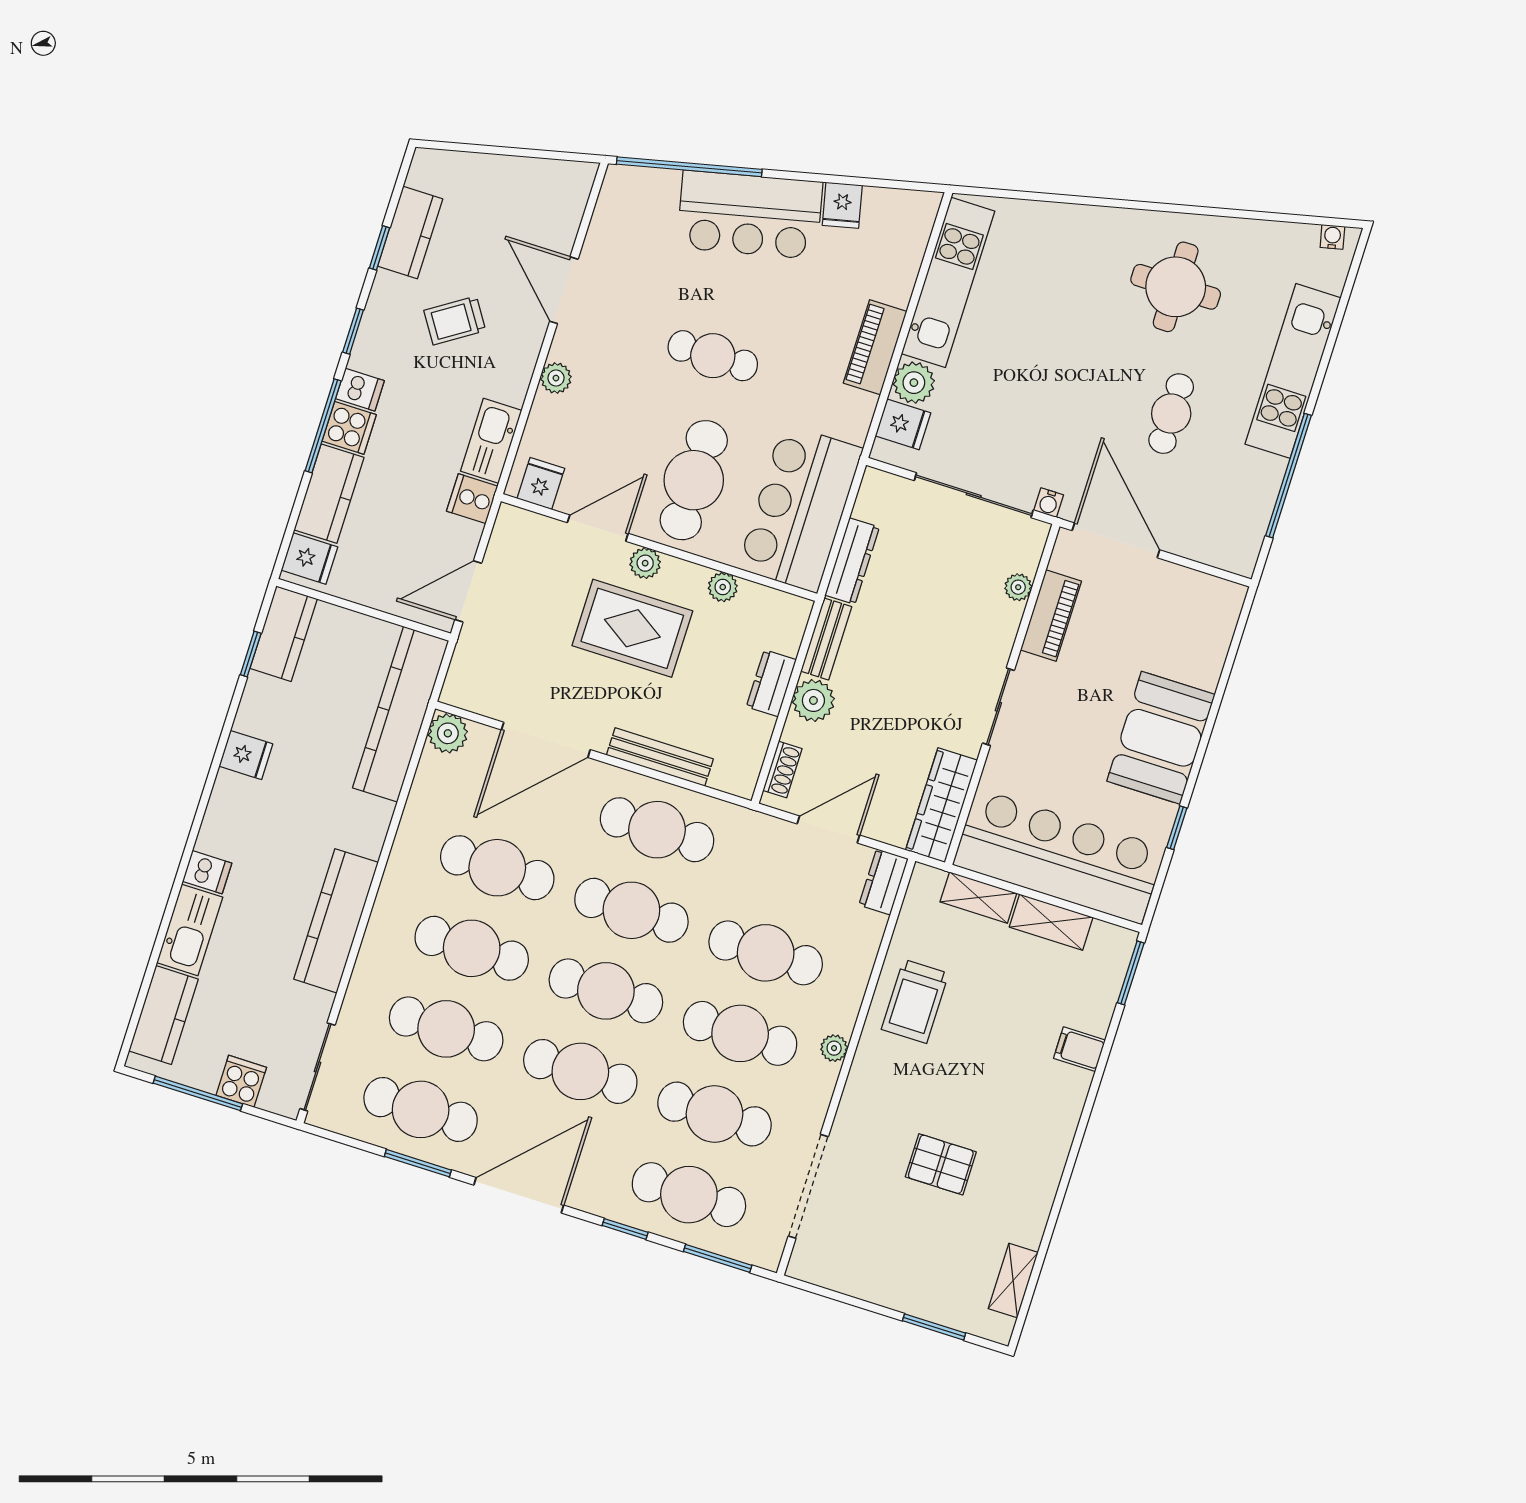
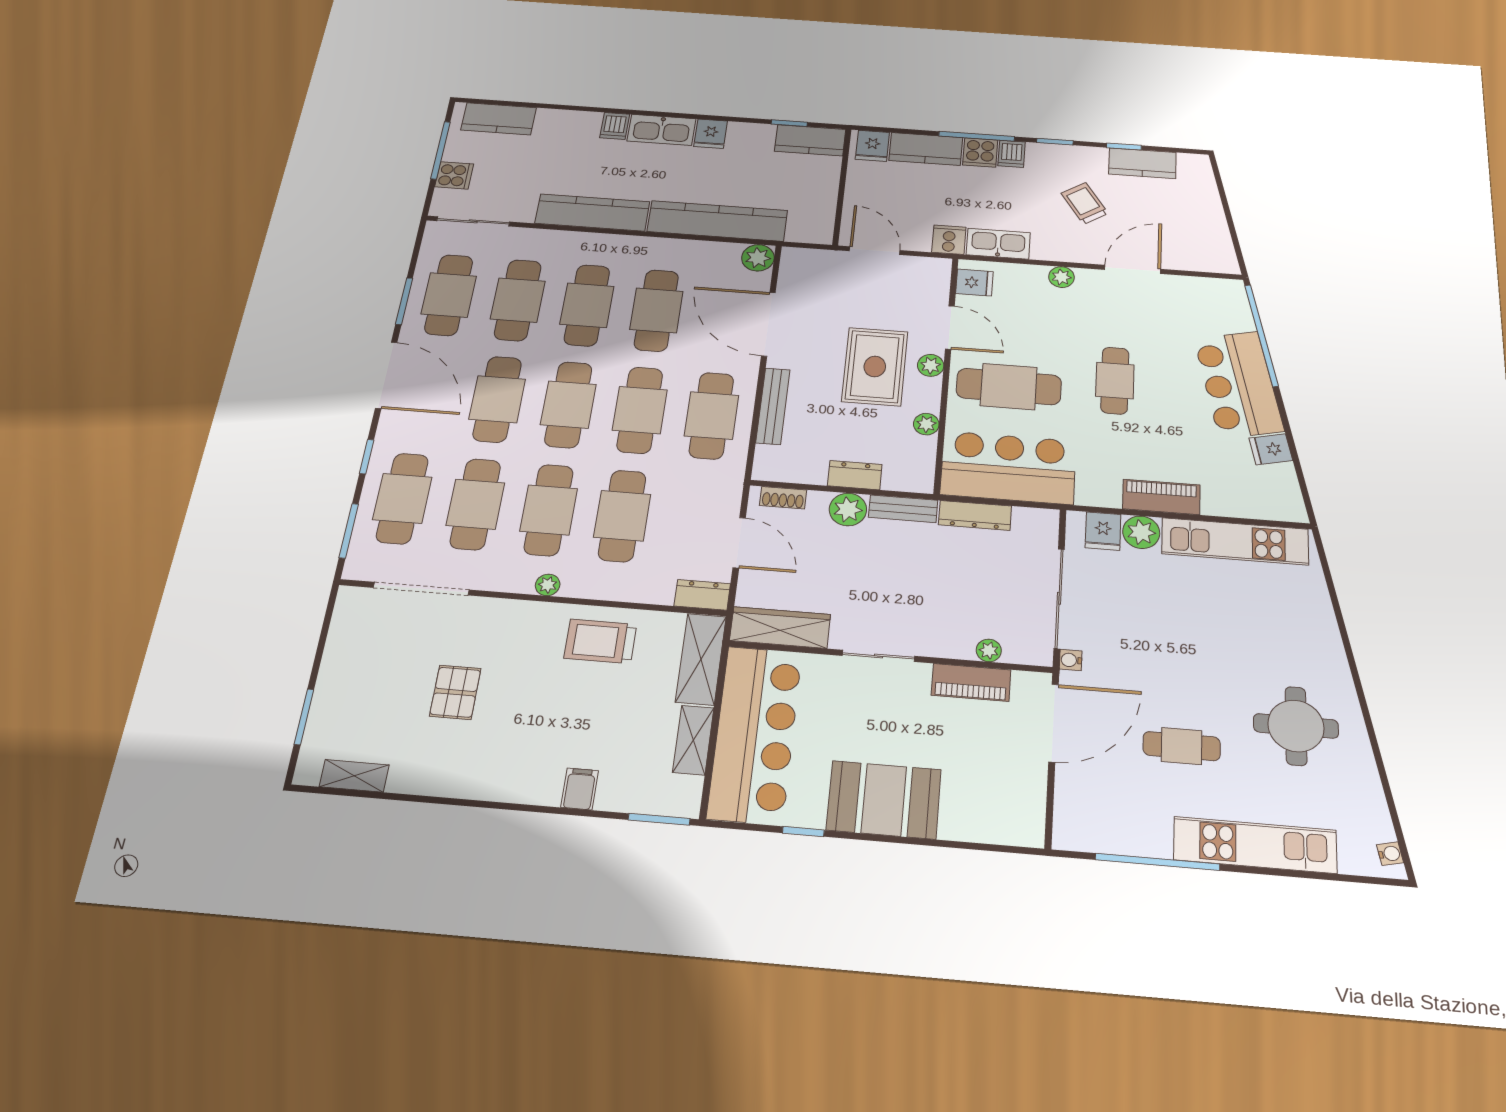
kitchen counter: (401, 714) -> (717, 221), moved
shelving: (978, 898) -> (701, 659), width x1.50, depth x1.33
kitchen sink: (190, 930) -> (661, 130), moved

